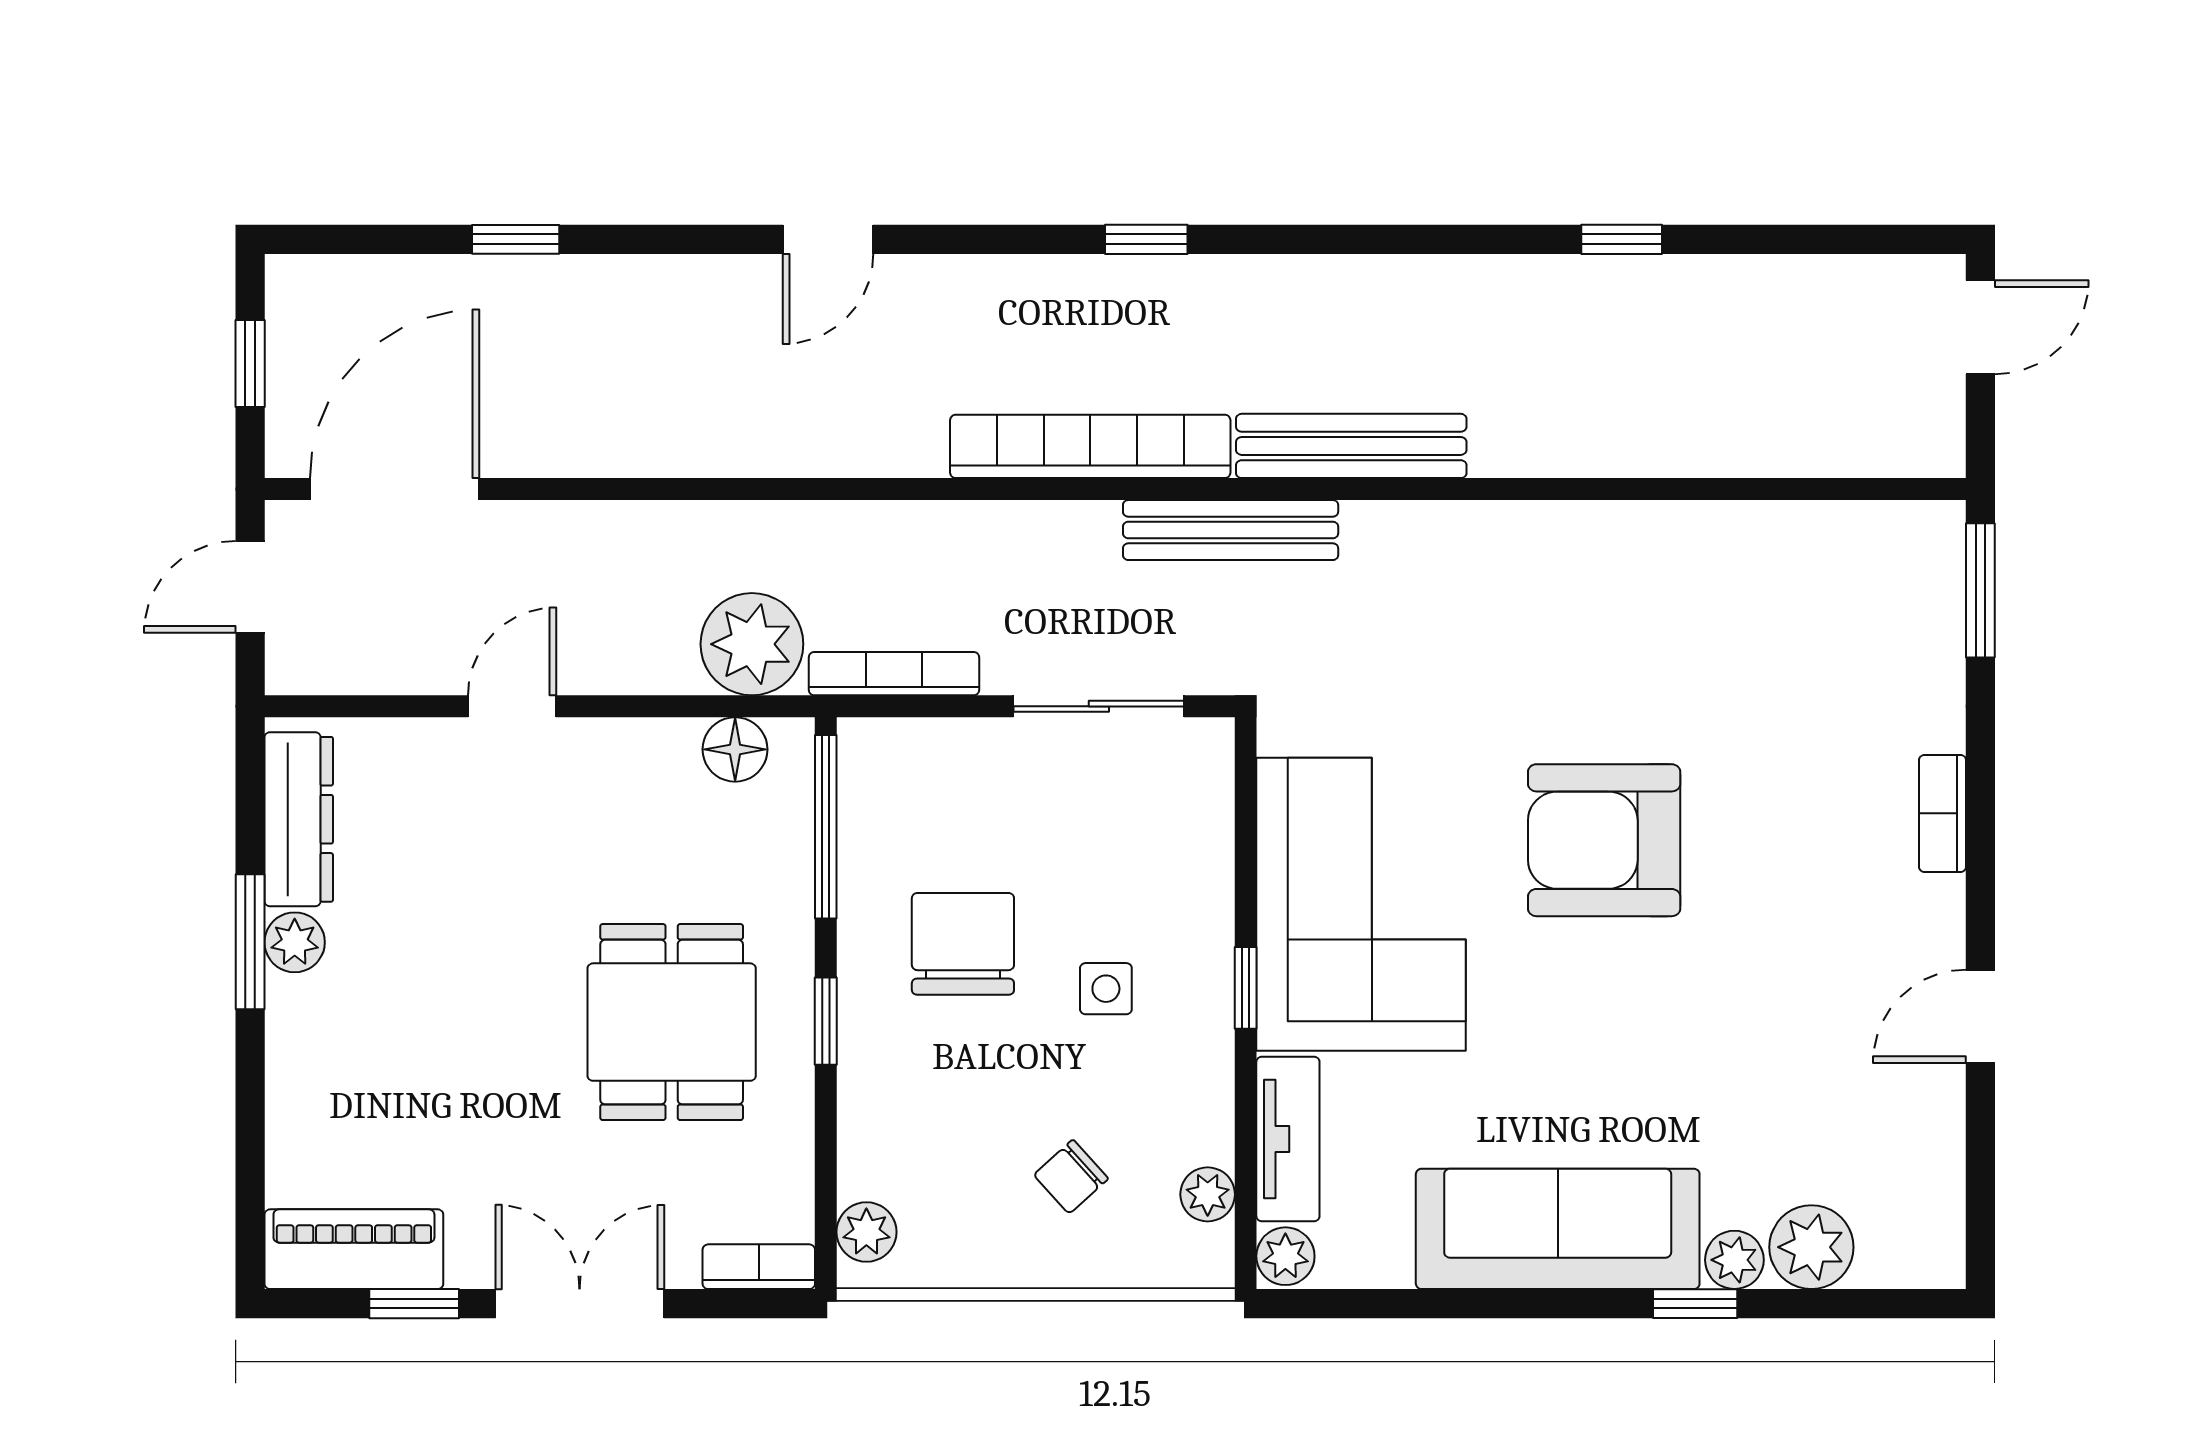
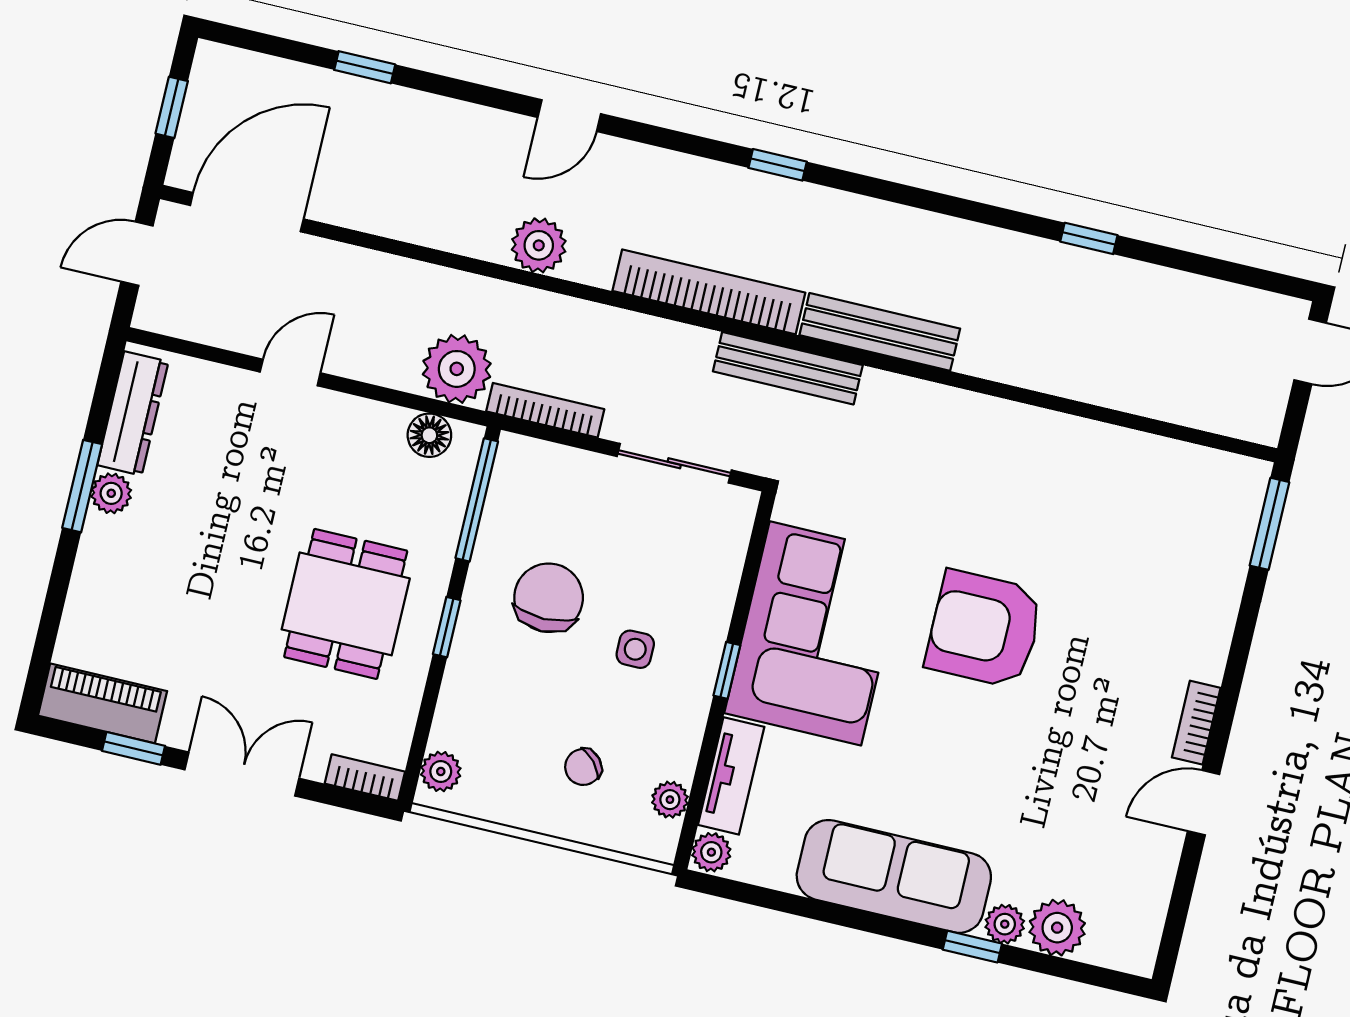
plant: (828, 437) -> (539, 245), added
bookcase: (1943, 813) -> (1196, 723), moved

